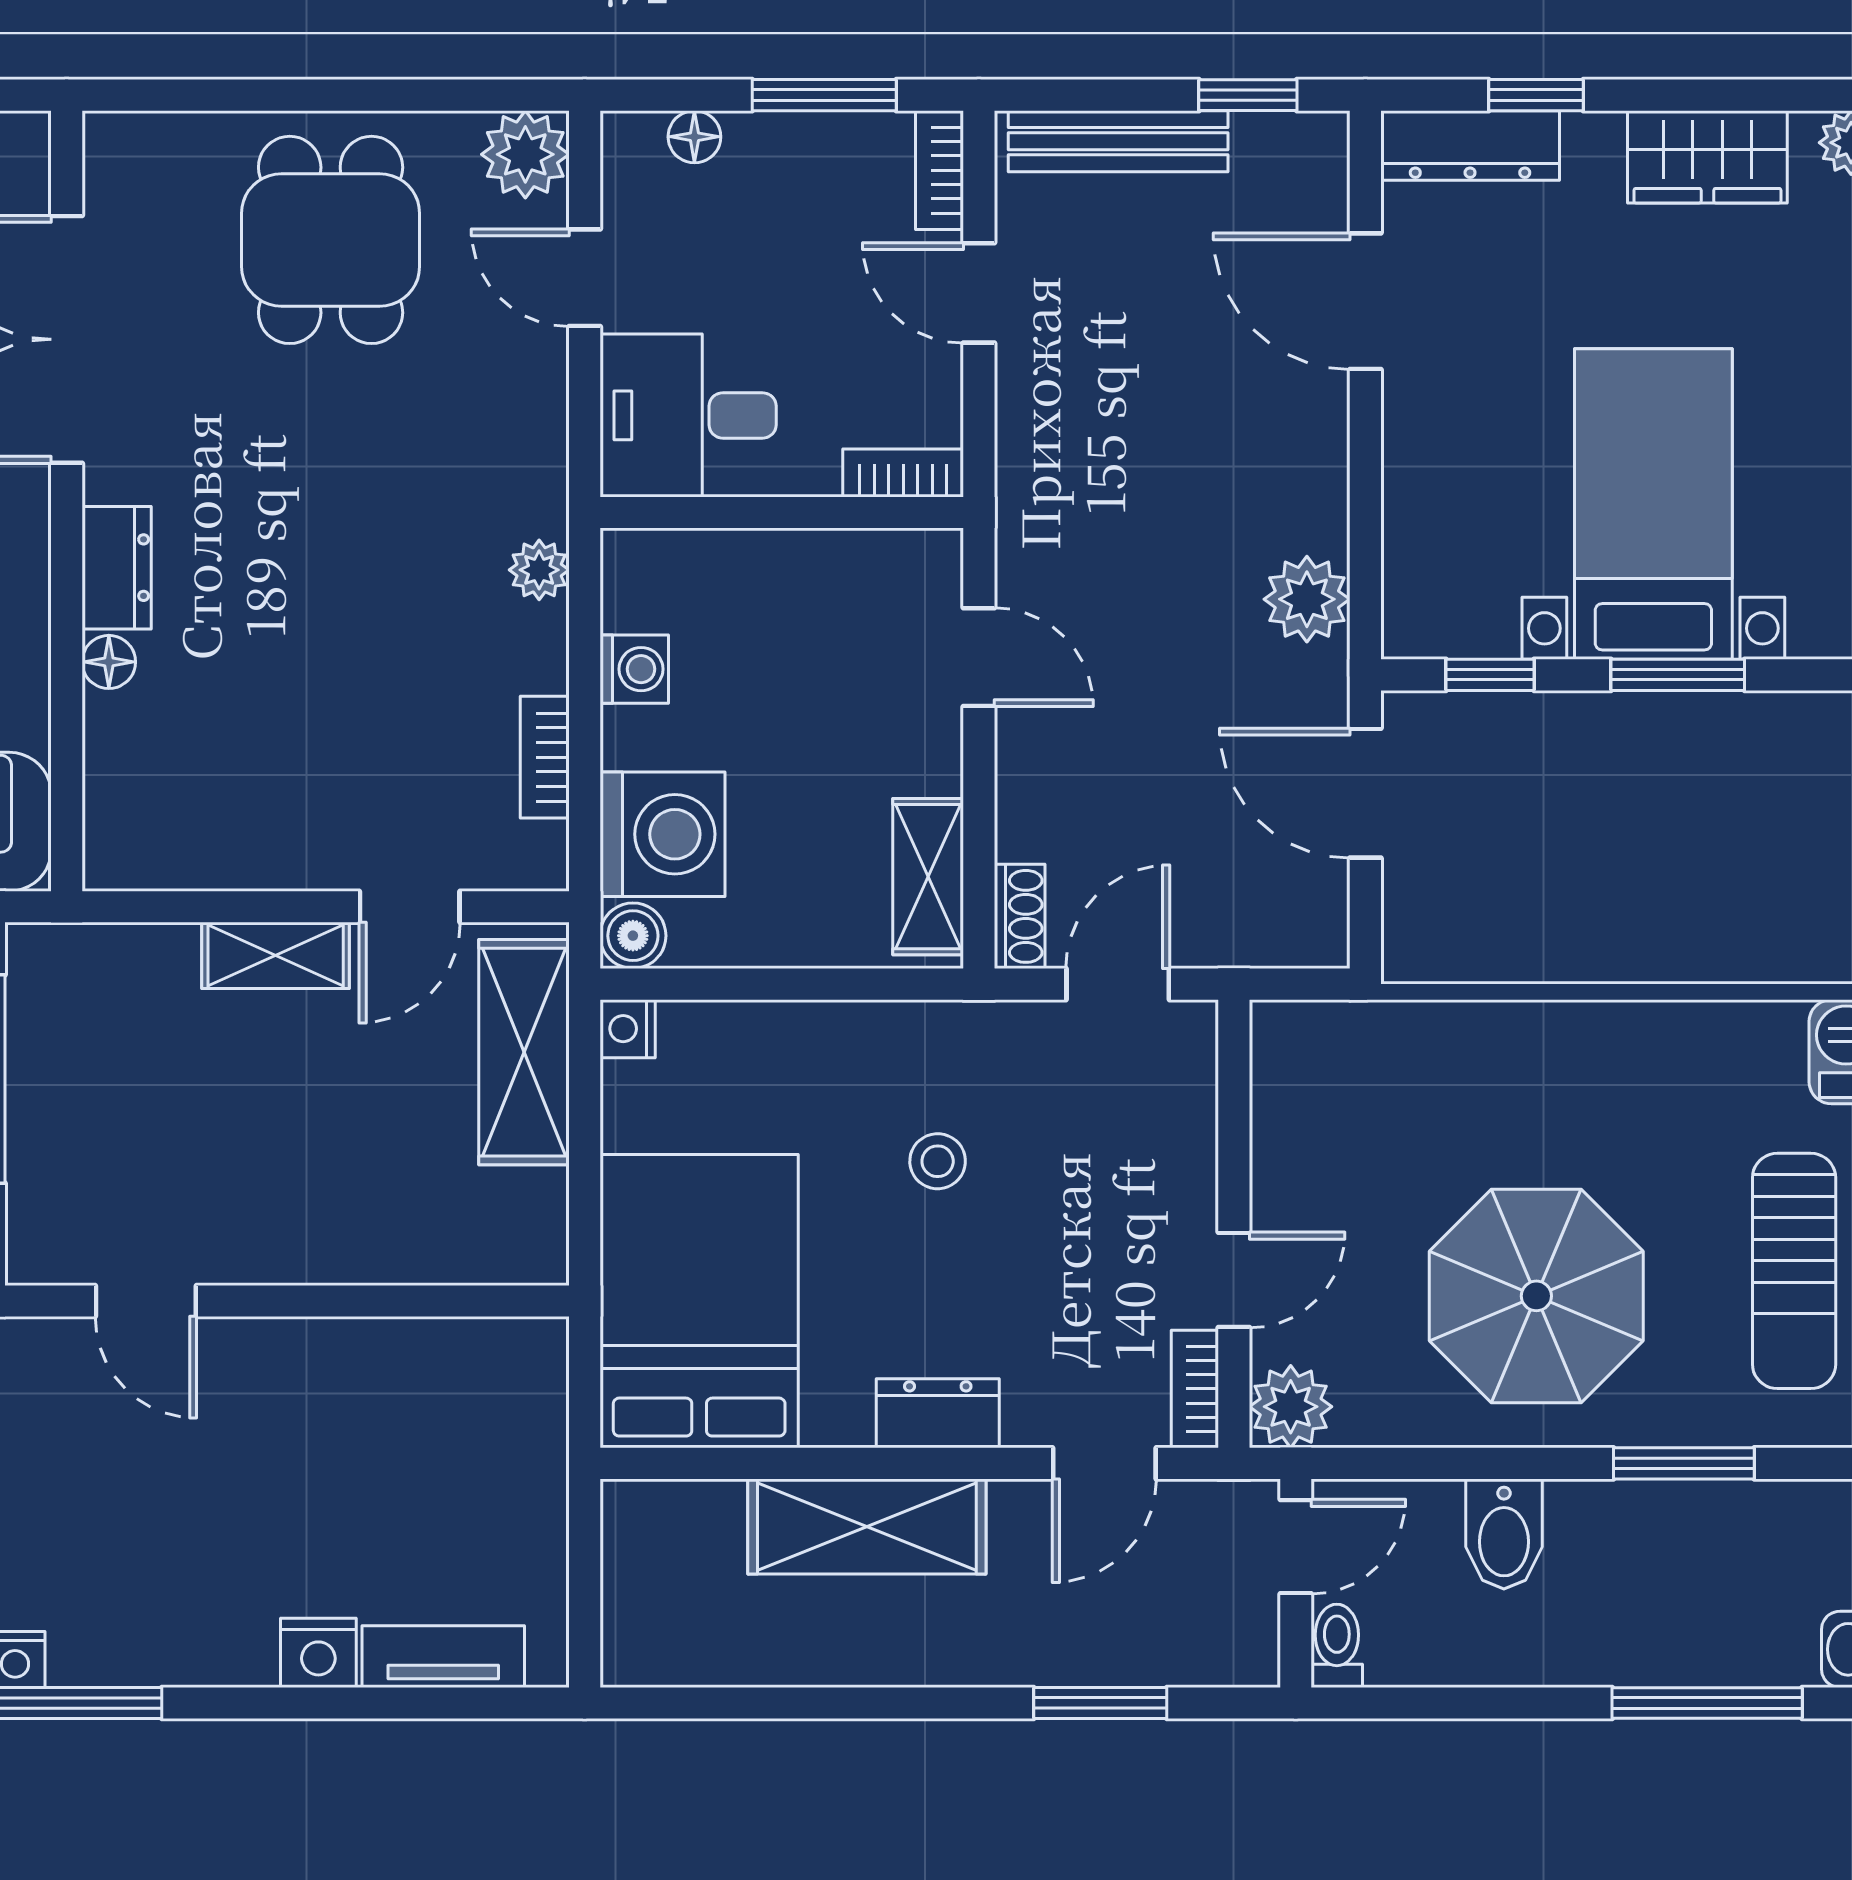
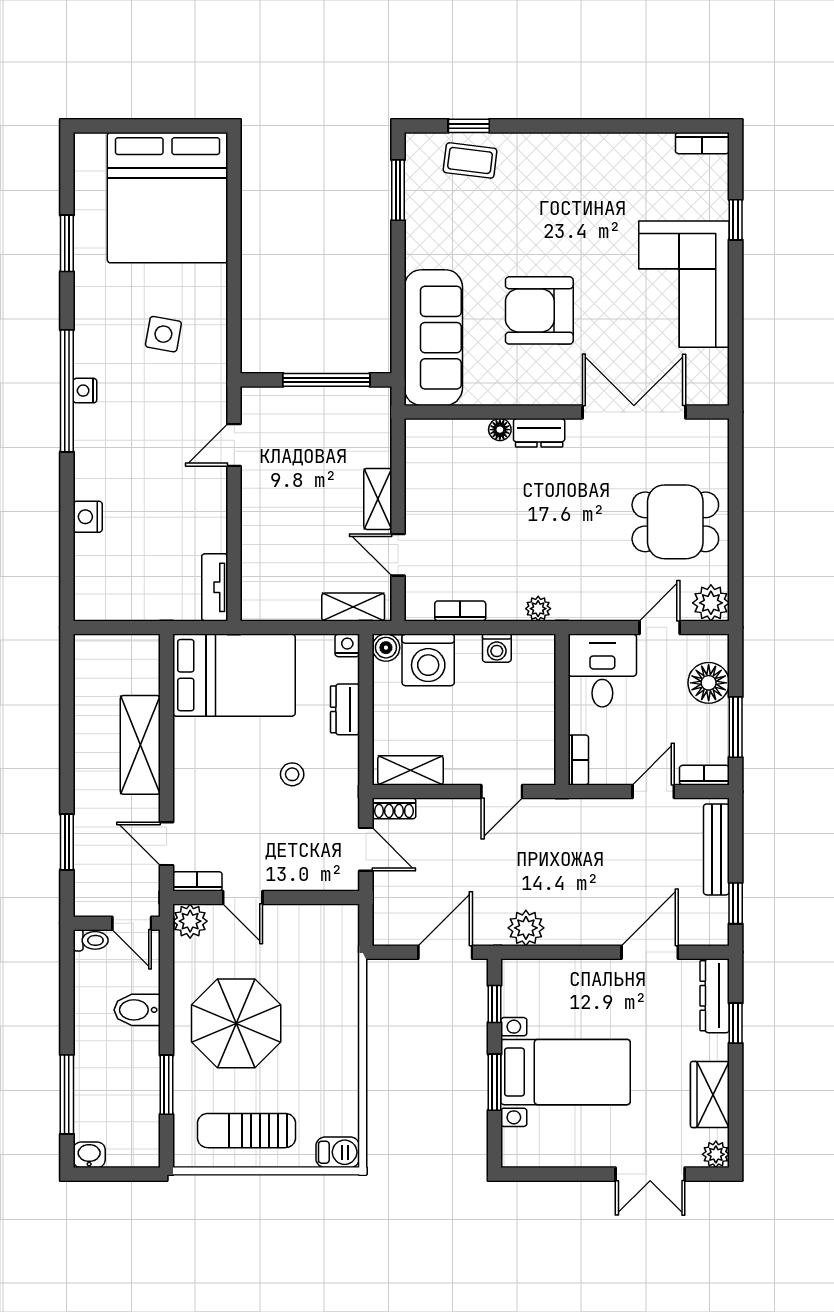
floor lamp: (694, 137) -> (709, 683), width x1.89, depth x1.89
shelving: (524, 1052) -> (353, 607), width x0.67, depth x0.75
dresser: (938, 1413) -> (345, 709), moved, turned 180
tv unit: (443, 1657) -> (215, 587), moved, turned 180

